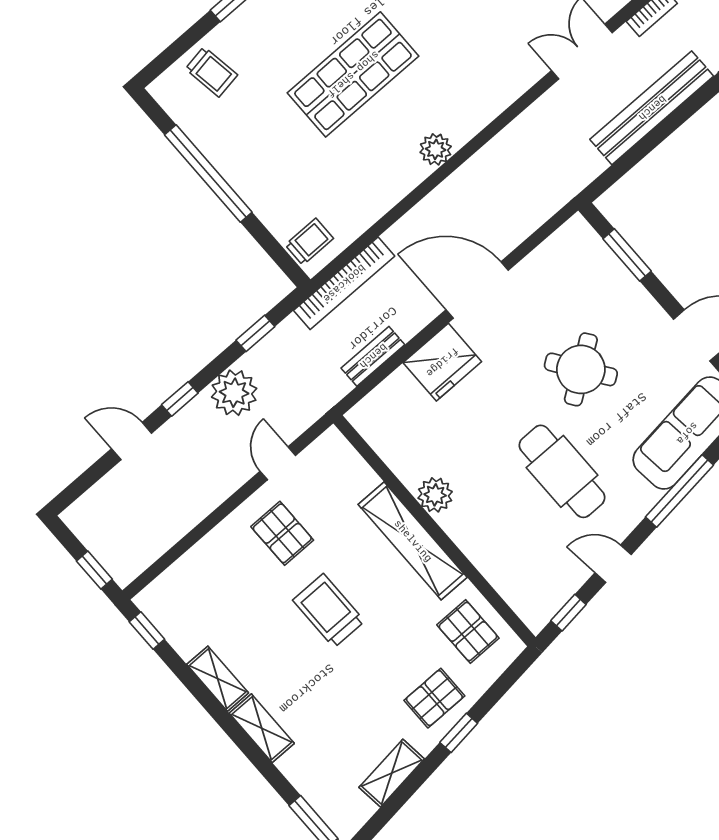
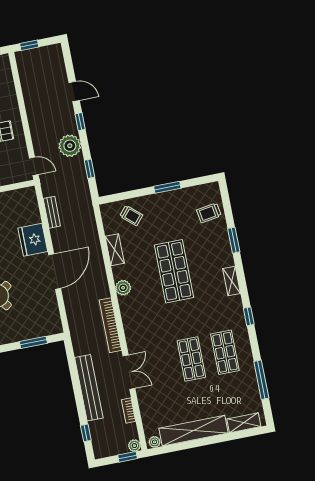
window: (208, 173) -> (167, 187), width x0.47
shelving: (376, 204) -> (115, 250), added
trolley: (309, 242) -> (131, 216), moved, turned -49
bookcase: (344, 283) -> (110, 325), moved
door: (132, 441) -> (74, 91), hinge flipped
door: (278, 463) -> (34, 166), moved

